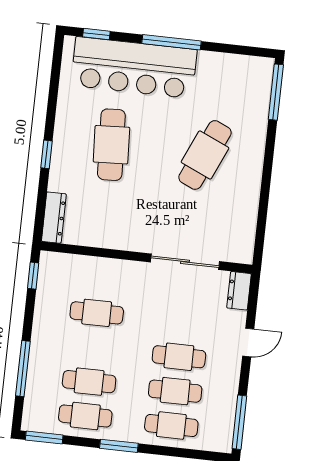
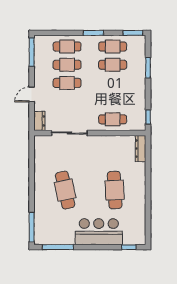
window: (172, 42) -> (58, 247), moved
bar counter: (134, 68) -> (99, 232), width x0.73
window: (46, 154) -> (148, 181), removed
cafe table: (205, 155) -> (65, 190), turned -36
cafe table: (97, 313) -> (113, 119), moved
window: (23, 369) -> (148, 68), width x0.69

